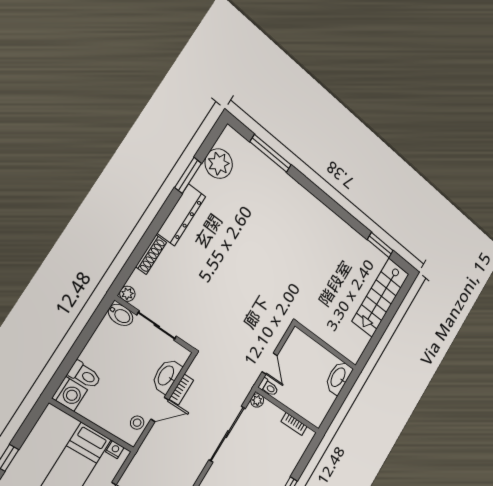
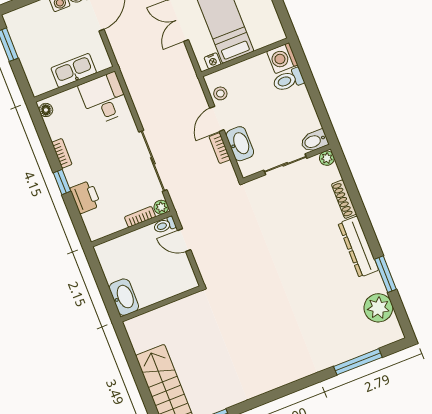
bookcase: (294, 424) -> (140, 217), moved
printer: (287, 463) -> (85, 197), added

